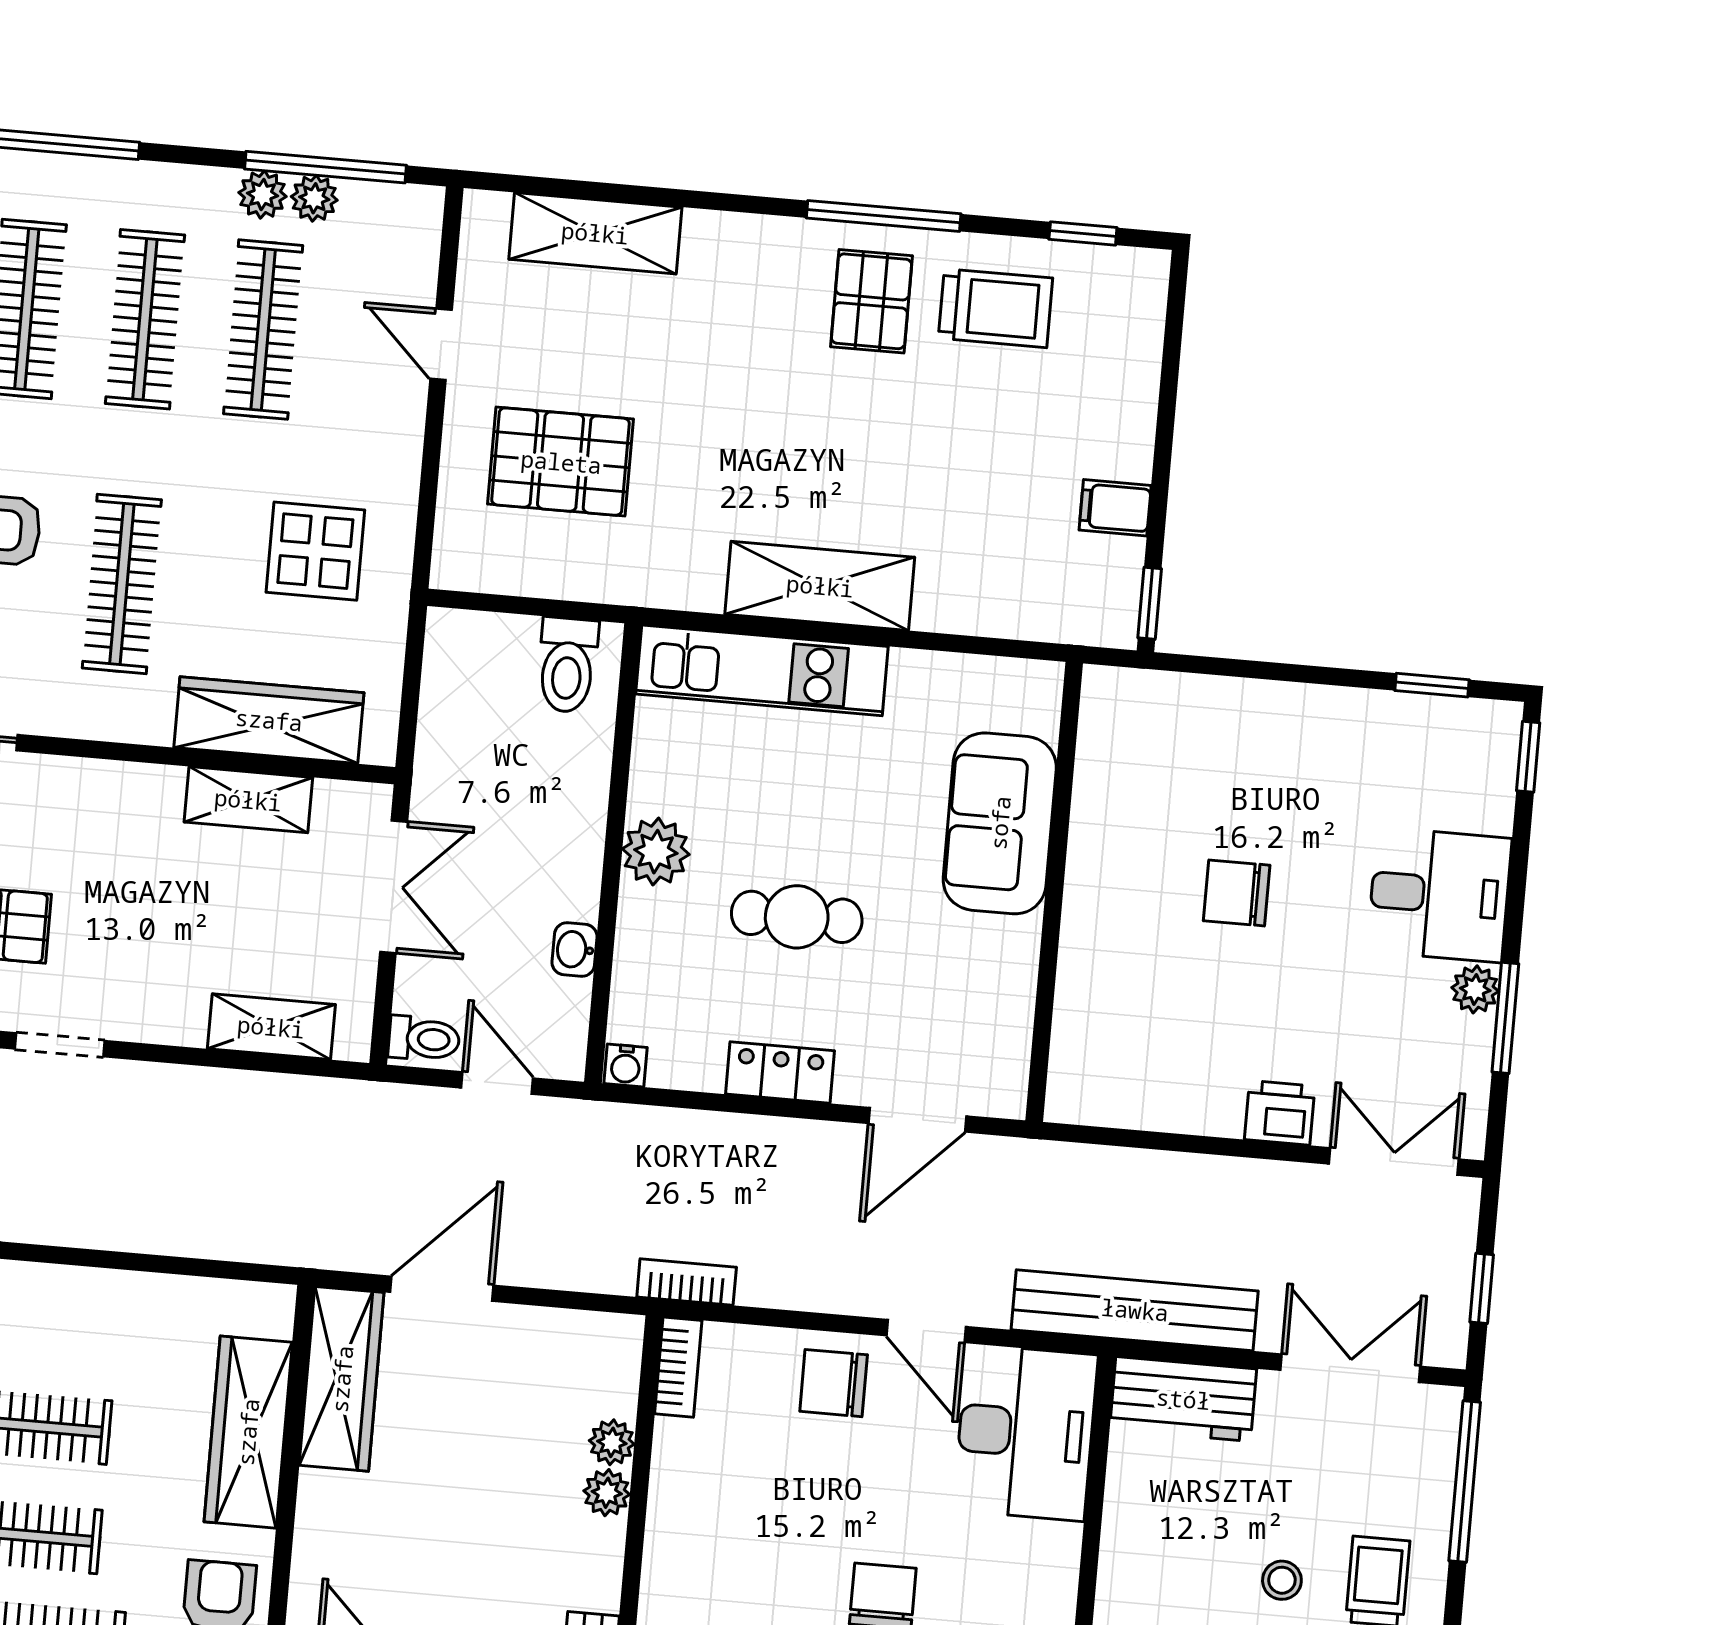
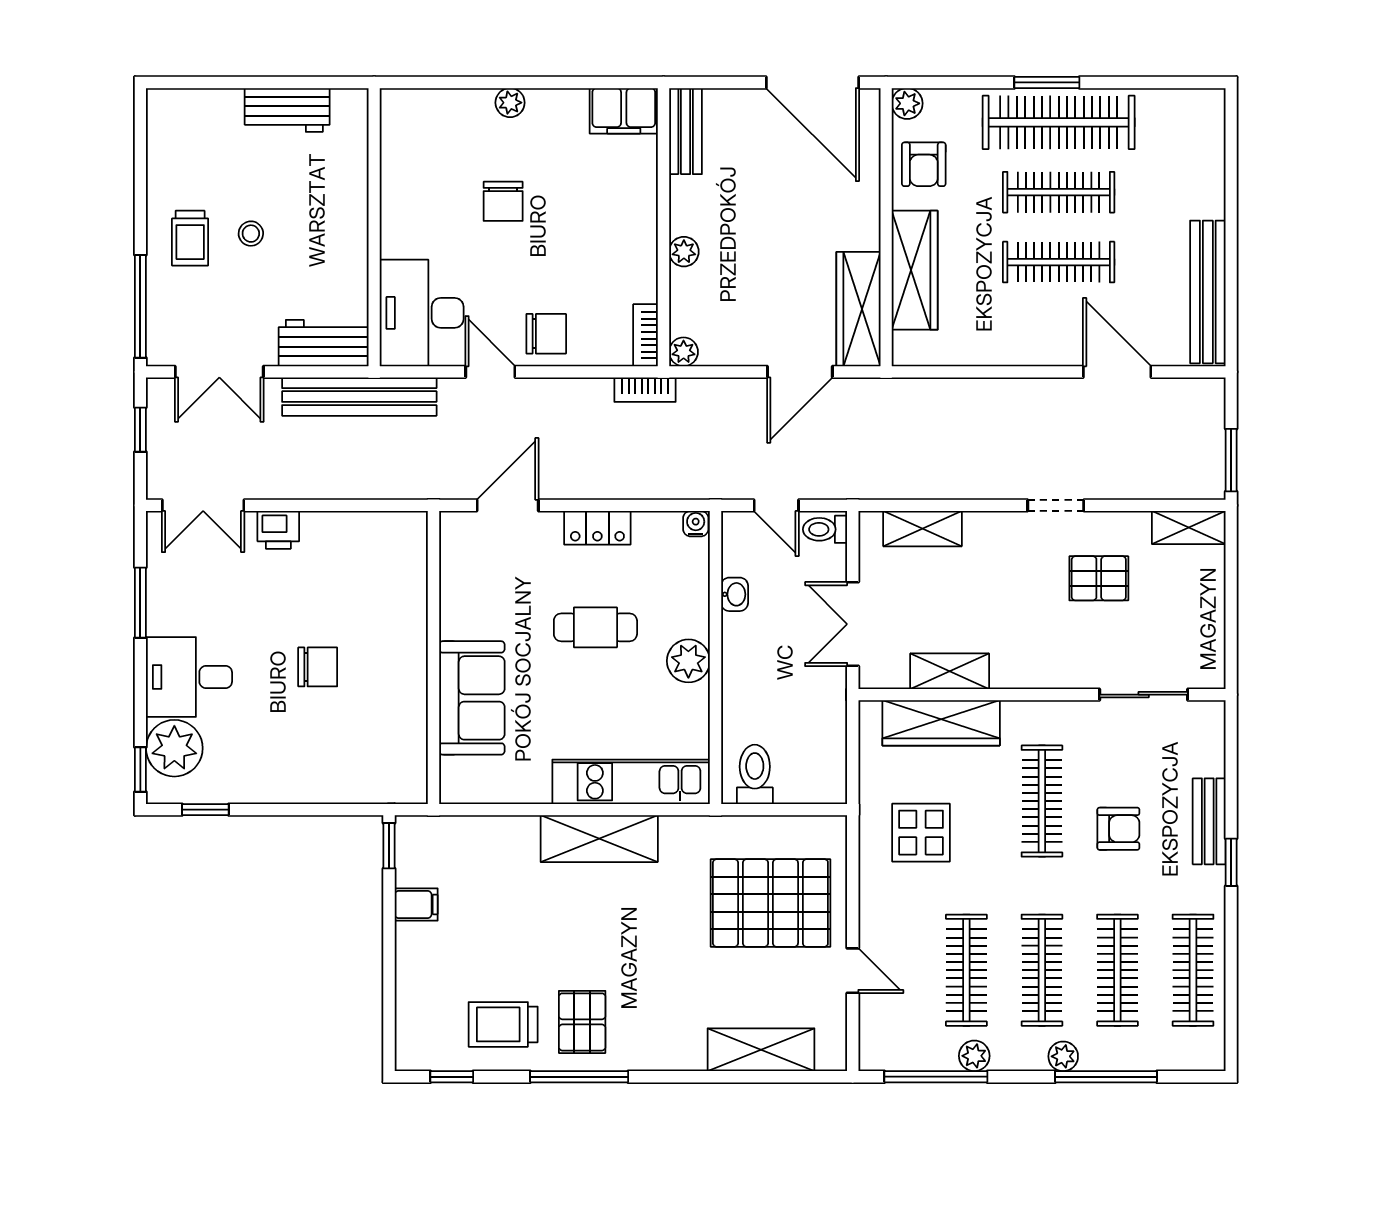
plant: (314, 198) -> (1063, 1056), moved
pallet: (561, 462) -> (770, 903), width x1.37, depth x1.41
plant: (1475, 989) -> (174, 748), moved, width x1.87, depth x1.87
plant: (612, 1442) -> (684, 352), moved

